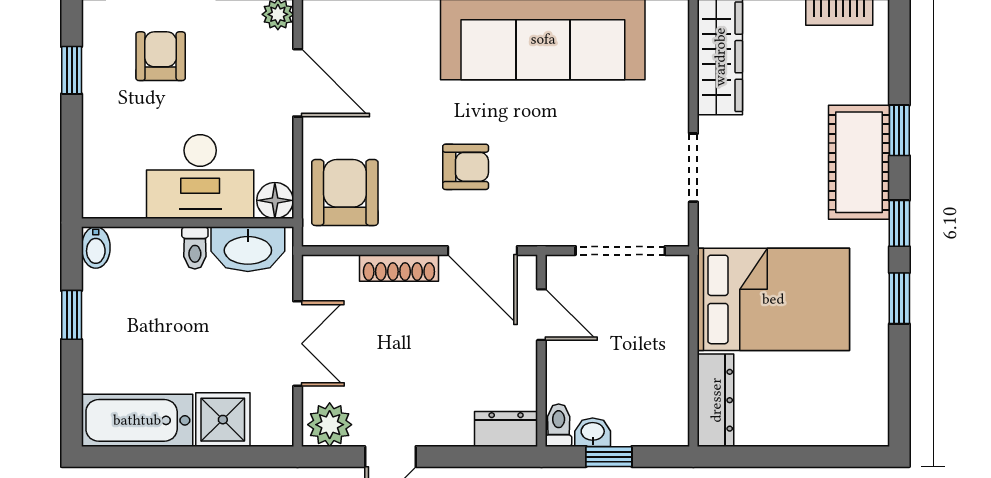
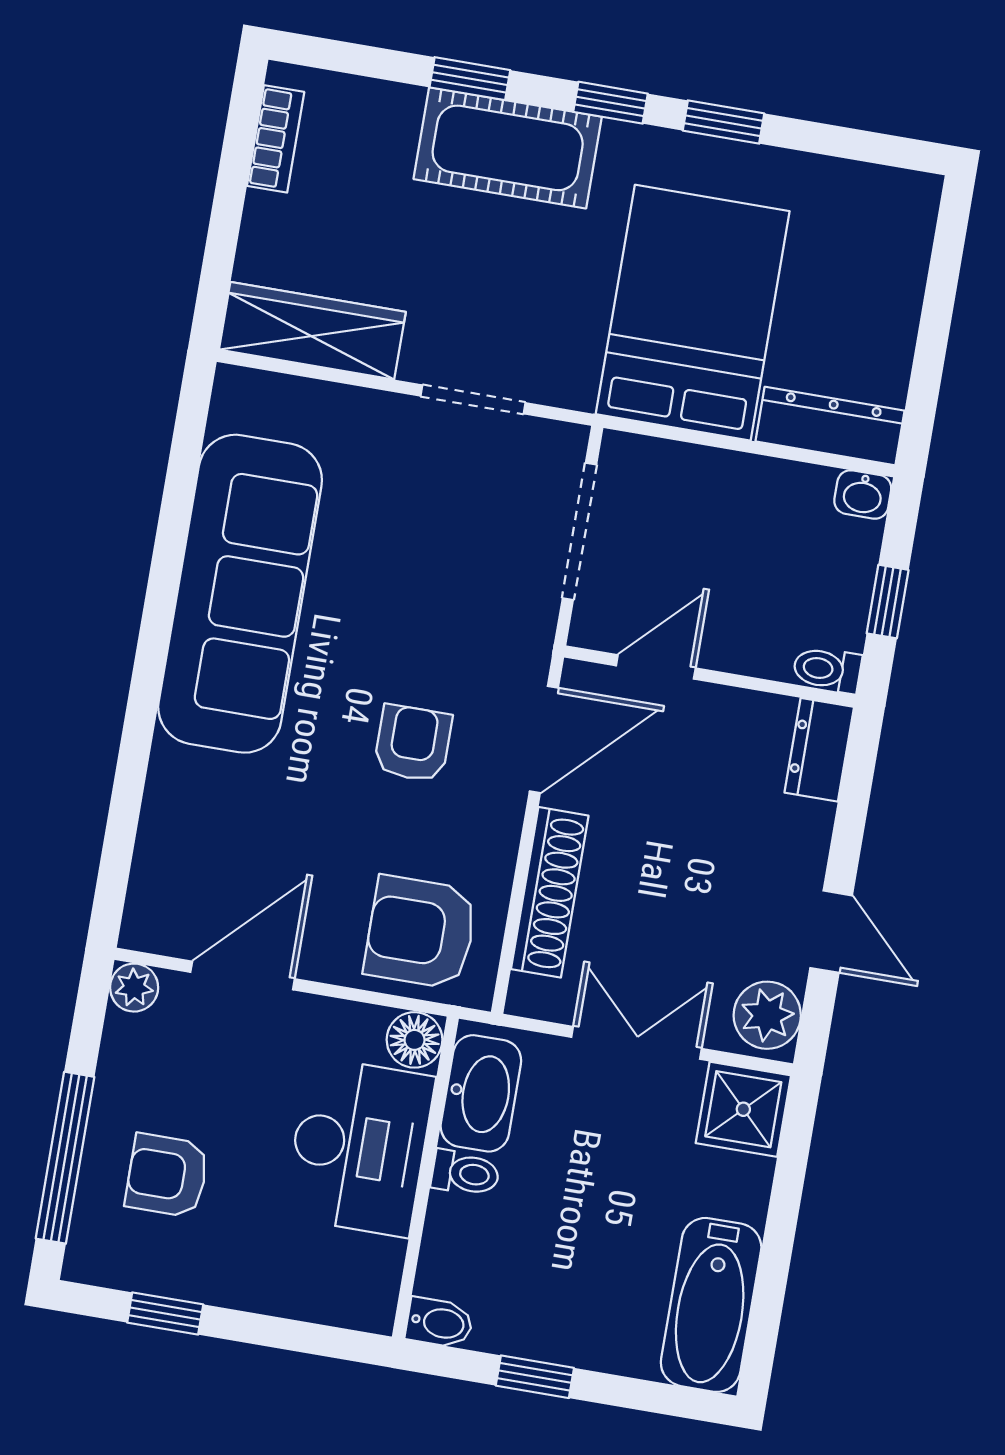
shoe rack: (399, 268) -> (550, 892), width x1.36, depth x1.24
shower: (223, 420) -> (743, 1109), moved
washbasin: (593, 432) -> (863, 495), moved, turned -90

